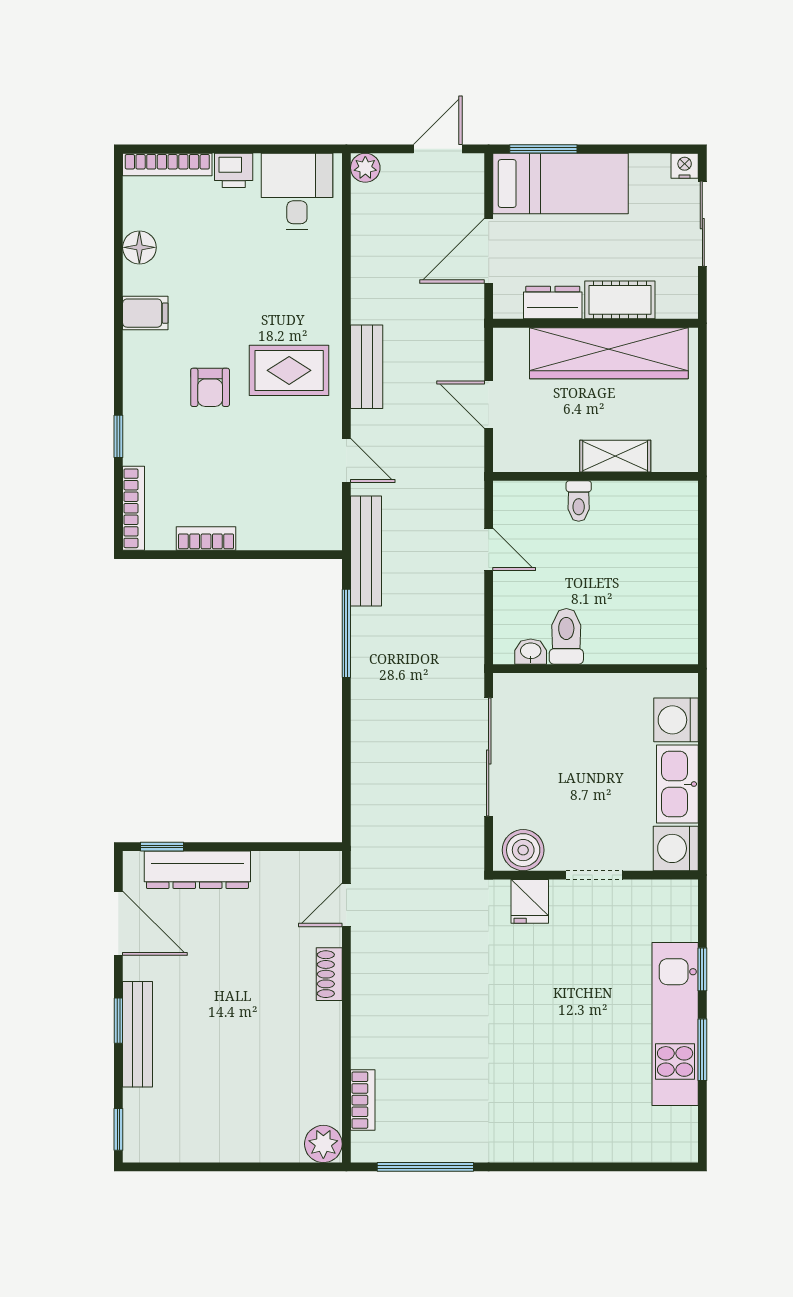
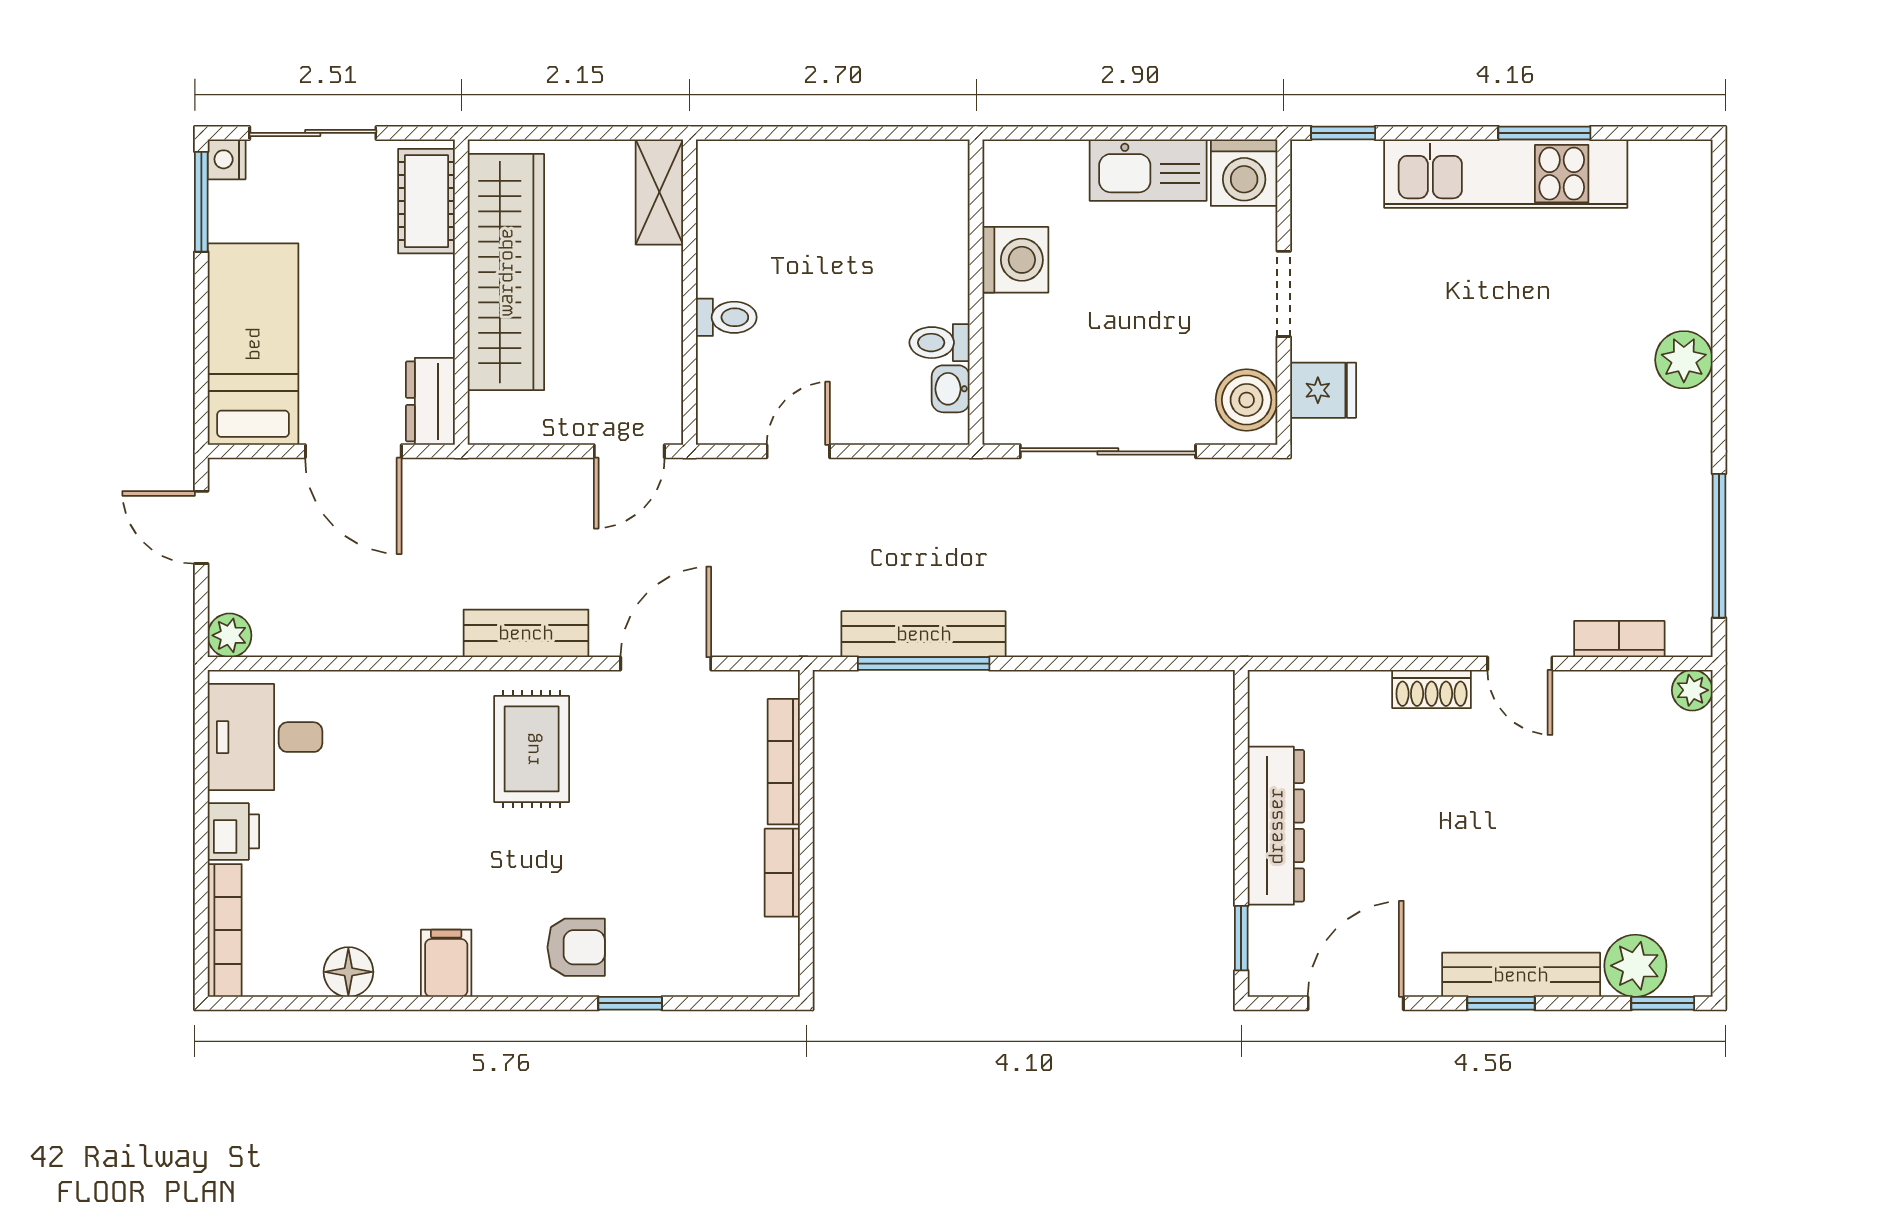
window: (543, 149) -> (201, 202), moved
cot: (620, 300) -> (427, 201), moved
dresser: (553, 303) -> (430, 401), moved
armchair: (210, 387) -> (576, 947), moved
door: (489, 405) -> (629, 451), moved
shelving: (615, 456) -> (659, 192), moved
door: (346, 460) -> (666, 664), width x1.38
bookcase: (134, 508) -> (784, 762), moved, turned -90
bench: (366, 551) -> (924, 634), moved
toilet: (566, 636) -> (940, 343), width x0.73, depth x0.72
washing machine: (676, 720) -> (1015, 260), moved, turned -90
dresser: (197, 870) -> (1276, 826), moved
door: (346, 905) -> (1520, 664), moved
window: (702, 969) -> (1343, 133), moved
plant: (144, 1111) -> (1635, 966), added
plant: (550, 1143) -> (1684, 360), added
plant: (323, 1144) -> (1692, 690), width x0.73, depth x0.73

